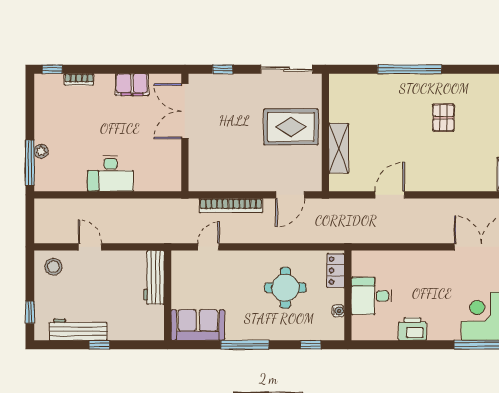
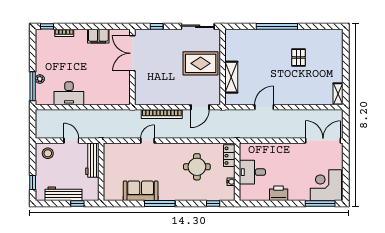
desk: (110, 173) -> (69, 93), moved
workbench: (154, 277) -> (92, 160), moved
wall: (168, 295) -> (101, 172), moved
window: (245, 345) -> (160, 203), moved

